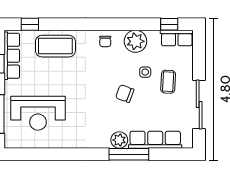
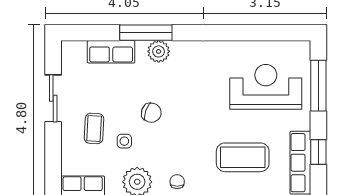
coffee table: (55, 46) -> (243, 157), moved
sliding door: (199, 104) -> (53, 98), width x0.73
row of seats: (155, 140) -> (111, 52), width x0.68

